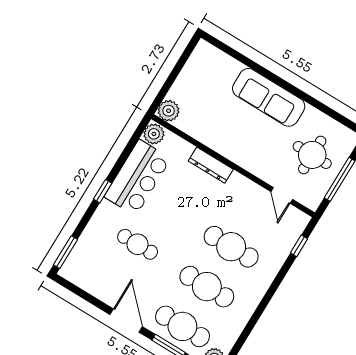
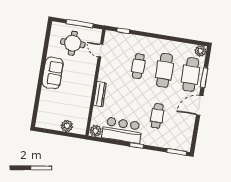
sofa: (269, 97) -> (53, 73), width x0.73
plant: (169, 111) -> (67, 126), moved
door: (282, 195) -> (101, 51), swing flipped
cafe table: (231, 247) -> (138, 66), width x0.73, depth x0.74

